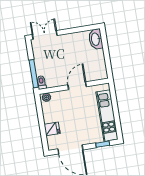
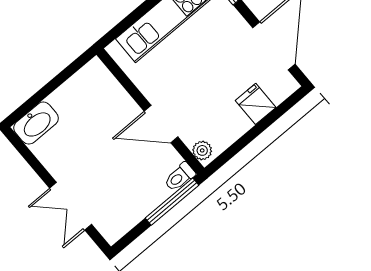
double door: (45, 35) -> (71, 206), moved
door: (77, 86) -> (161, 124), moved

